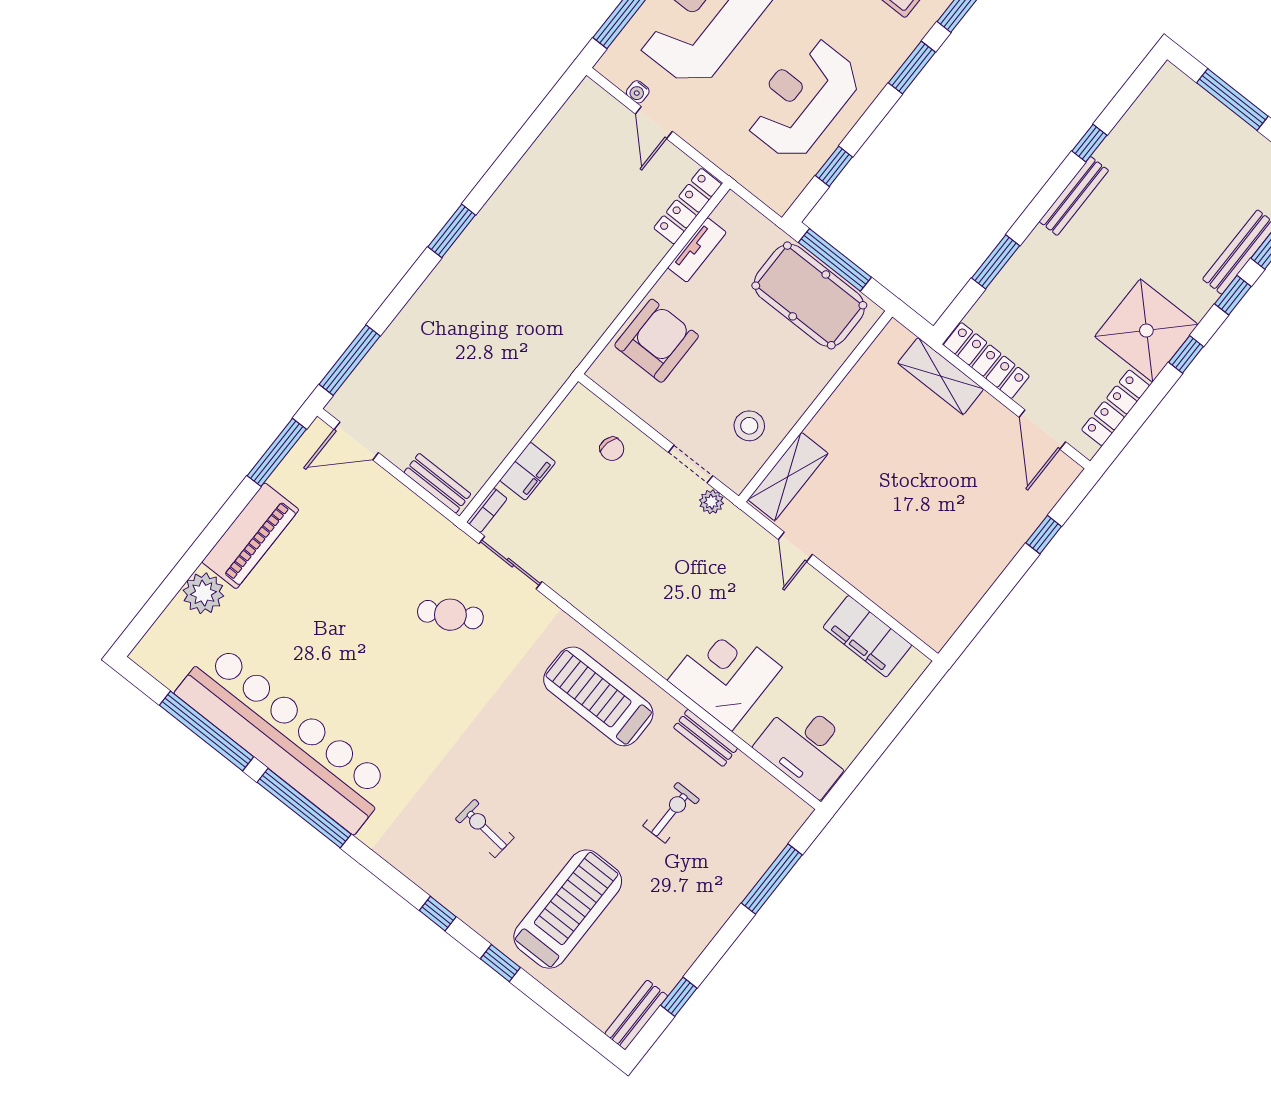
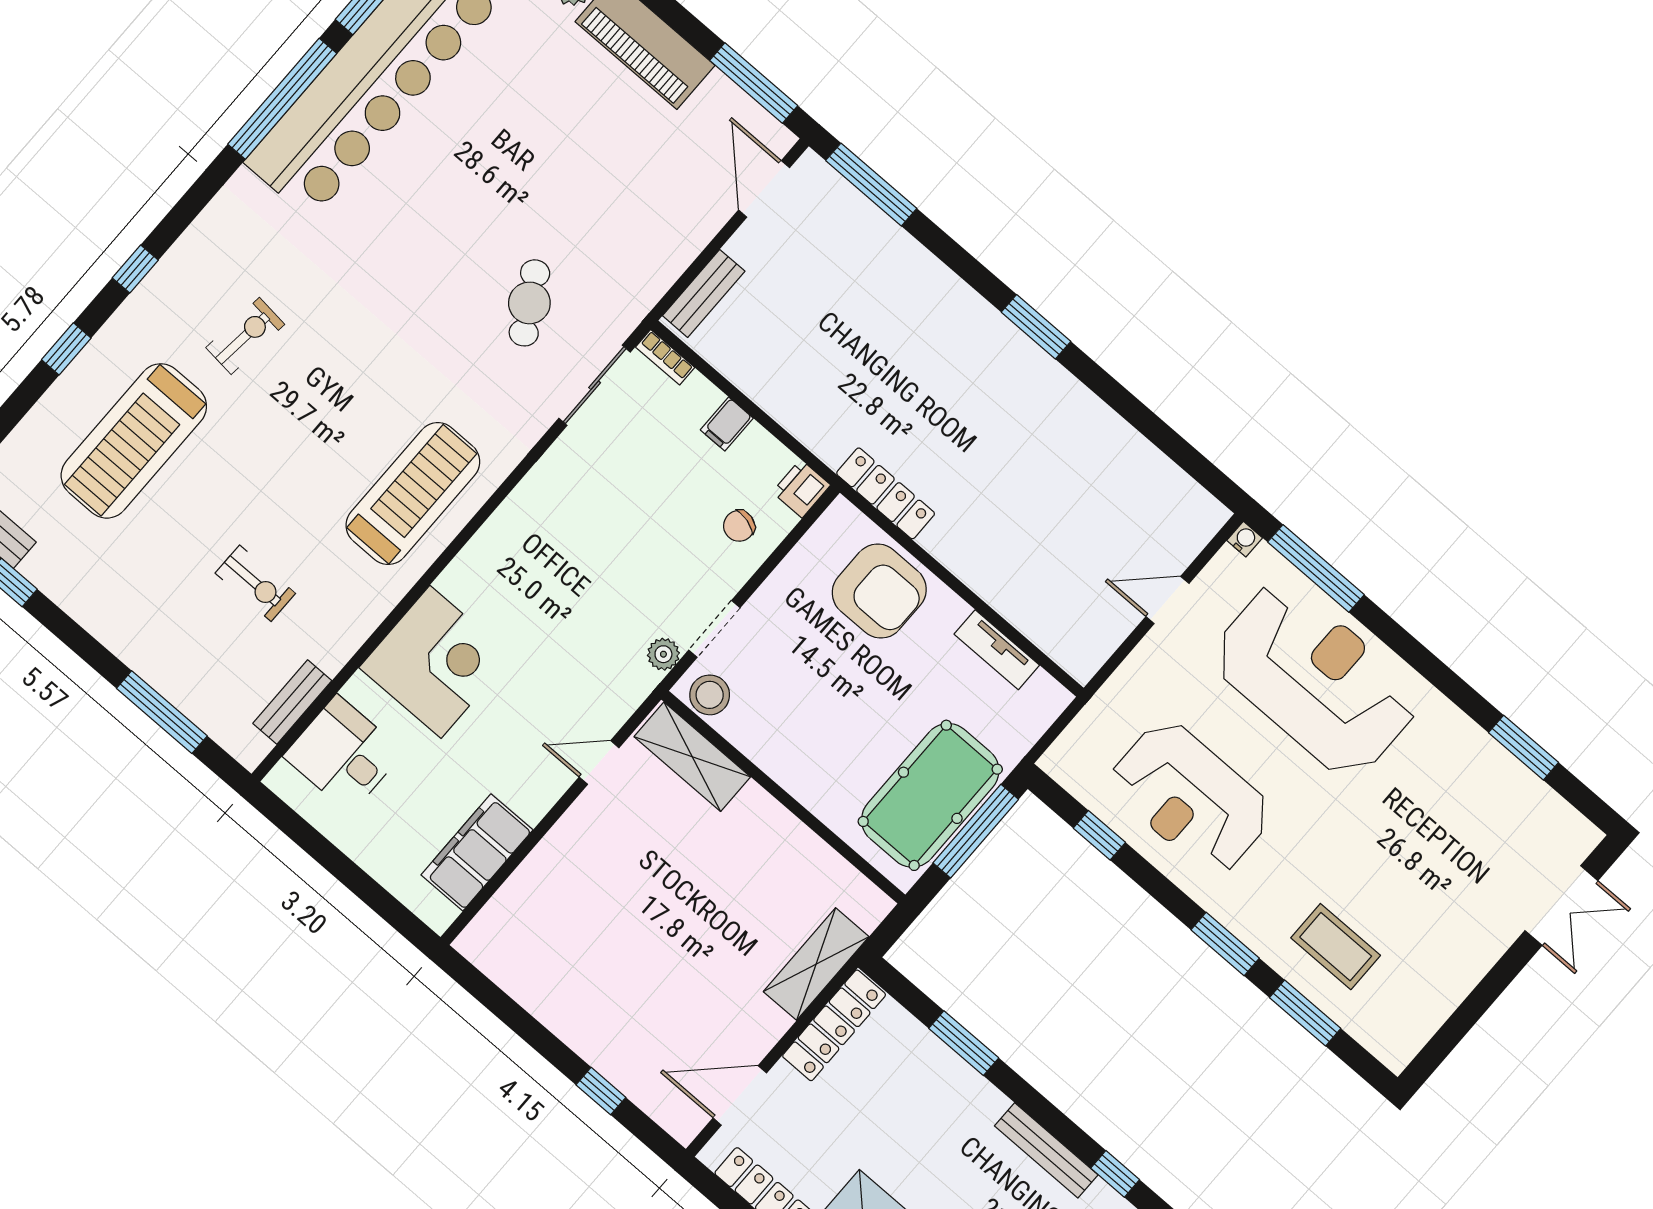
water cooler: (638, 92) -> (1245, 539), moved, turned 90
reception desk: (802, 99) -> (1190, 797), turned 180
locker: (688, 206) -> (886, 493), moved
printer: (582, 403) -> (801, 489), added
stool: (749, 426) -> (710, 695), moved
filing cabinet: (528, 471) -> (727, 424), width x0.50
bench: (706, 738) -> (292, 702), moved
desk: (807, 748) -> (344, 754), width x0.73
treadmill: (568, 909) -> (134, 441), turned 90

